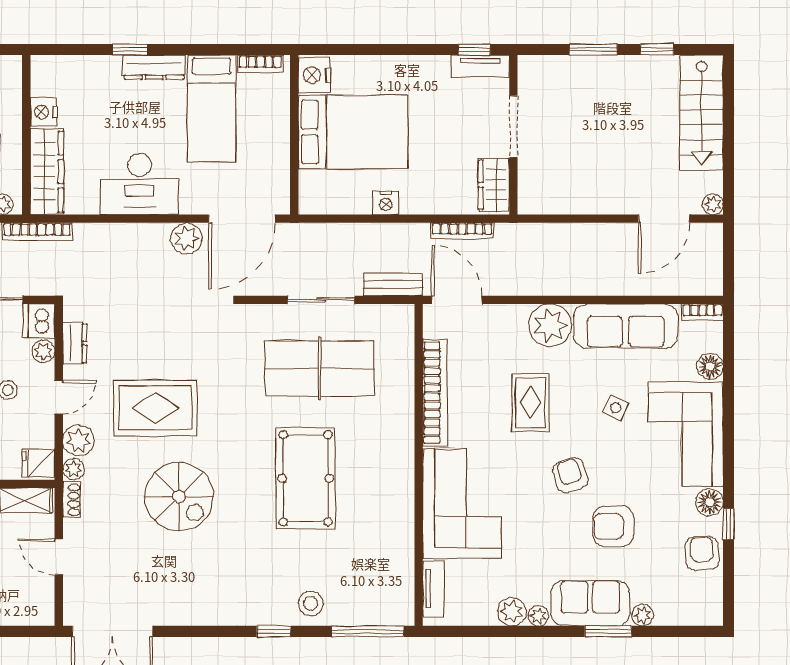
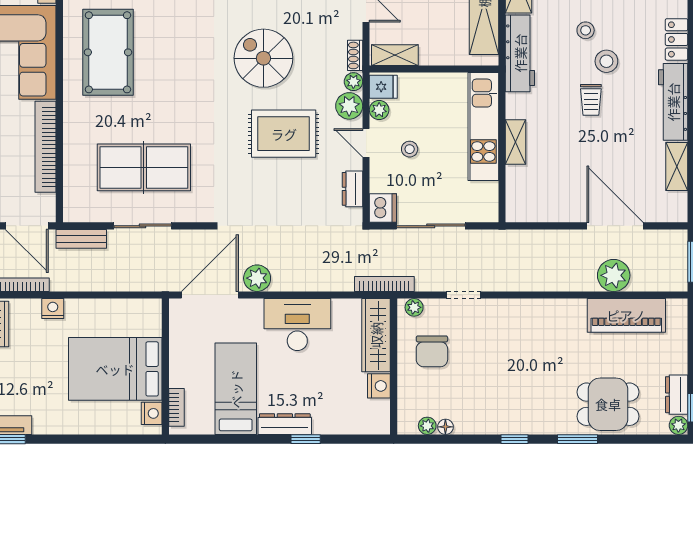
bookcase: (260, 64) -> (176, 407), moved, turned 90
nightstand: (314, 75) -> (152, 413), width x0.74, depth x0.75
nightstand: (386, 203) -> (53, 309), moved
plant: (43, 351) -> (379, 110), moved
door: (59, 397) -> (366, 143), hinge flipped
pool table: (306, 478) -> (108, 52), moved

